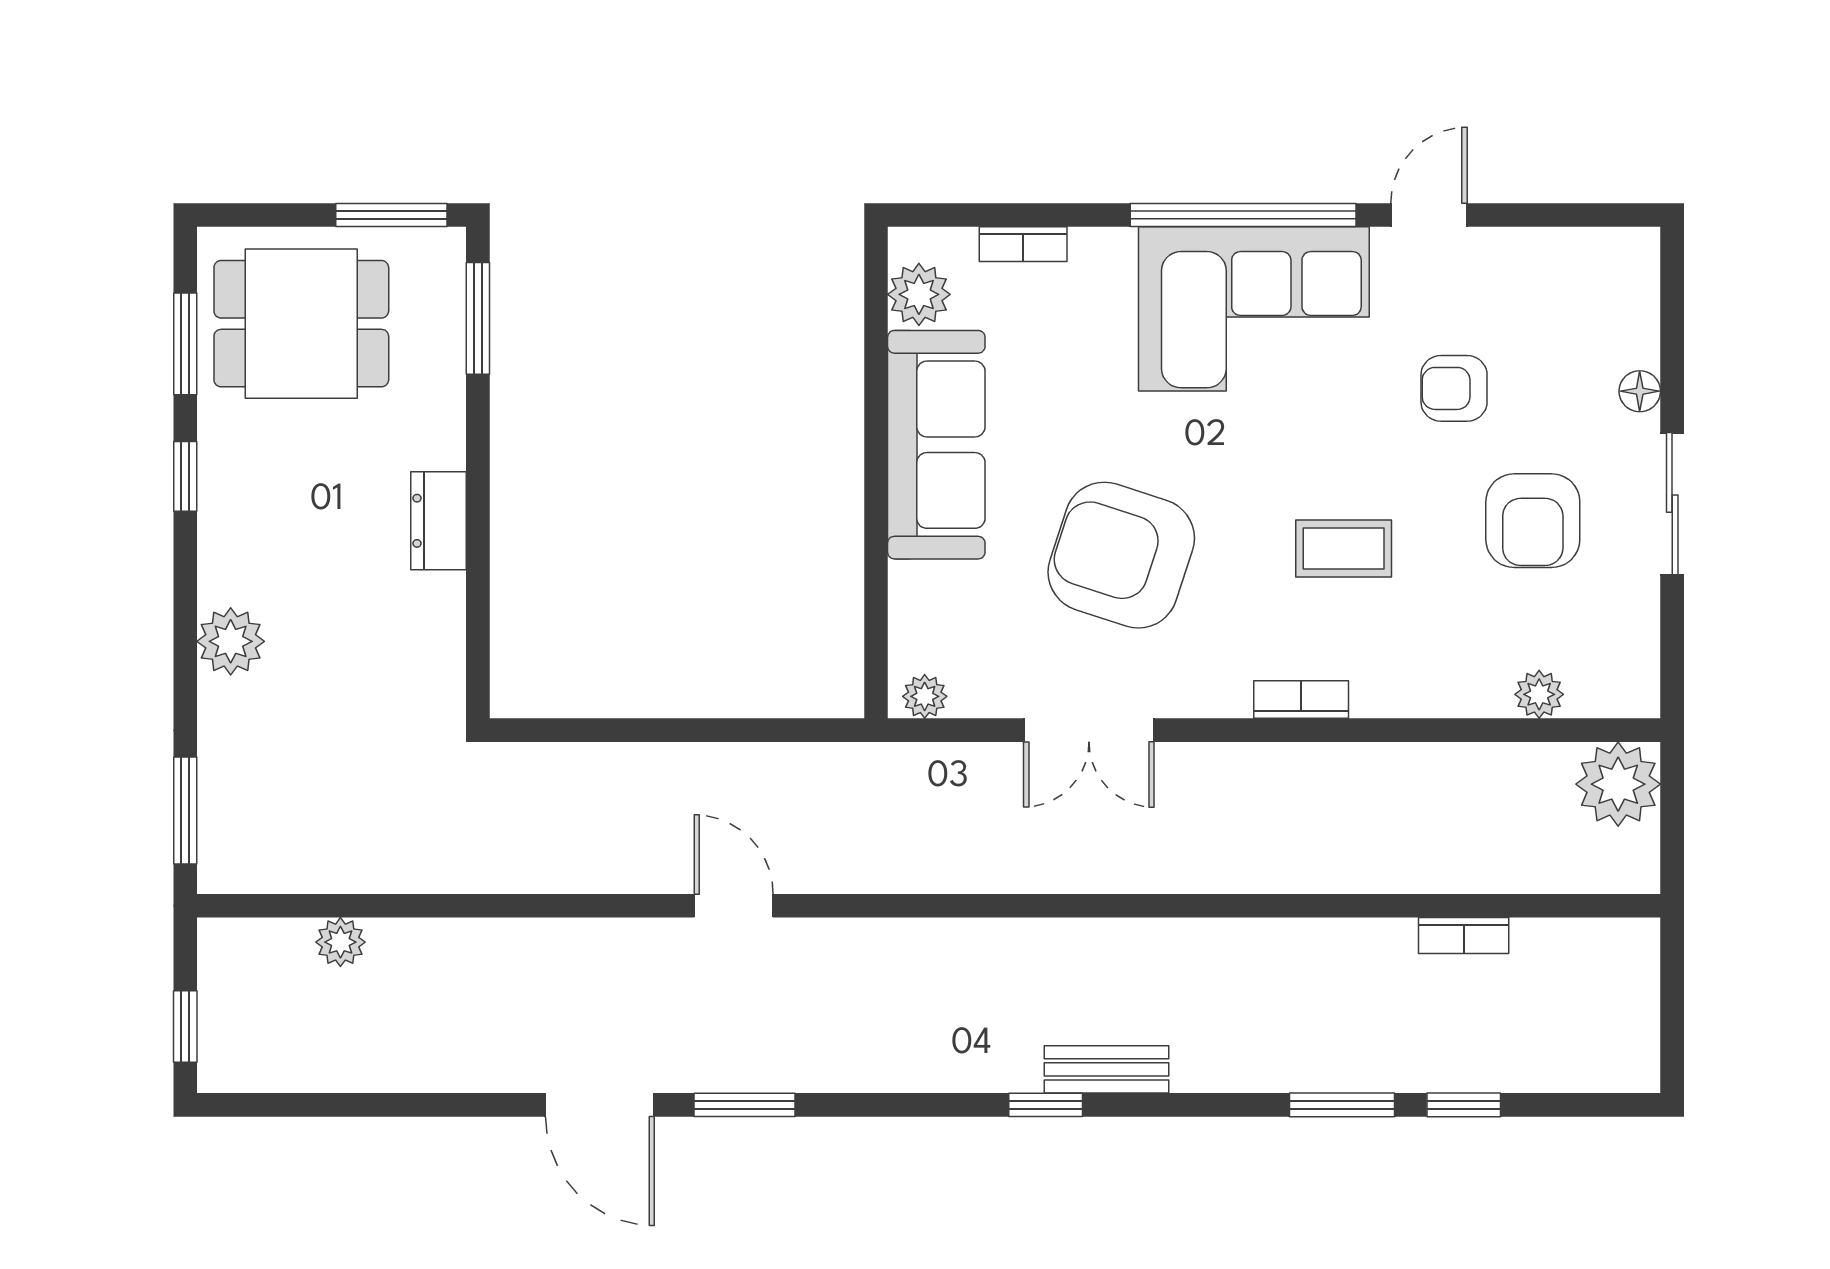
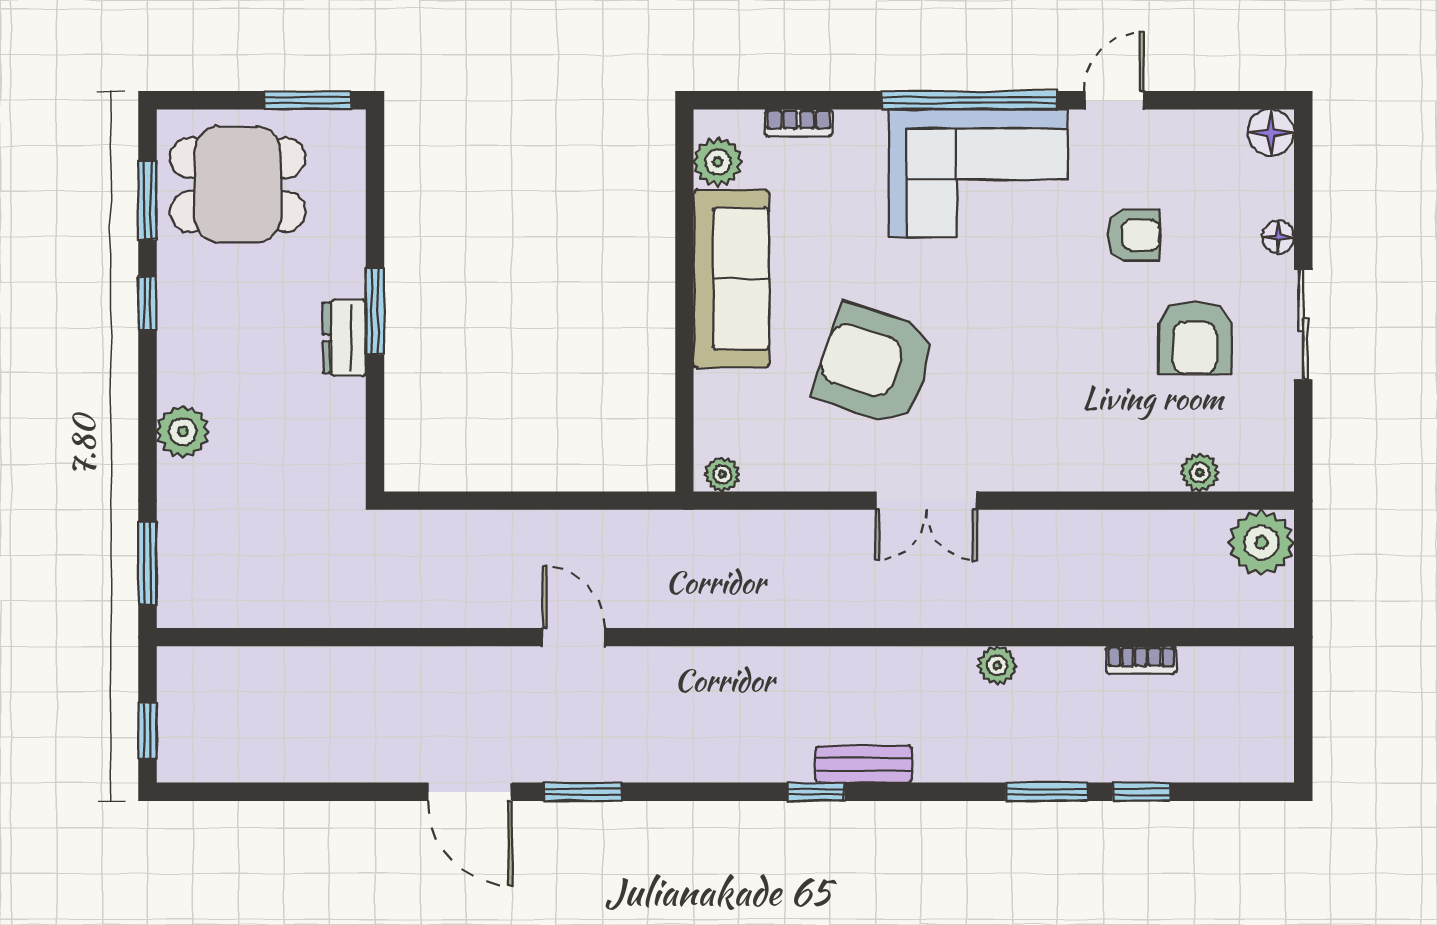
floor lamp: (1631, 257) -> (1271, 133), added
window: (478, 318) -> (375, 311), moved
armchair: (1454, 388) -> (1134, 235), turned 180
coffee table: (1344, 548) -> (1048, 359), removed
bookcase: (1301, 700) -> (1015, 477), removed
double door: (1089, 730) -> (926, 501), moved
plant: (340, 942) -> (997, 665), moved

